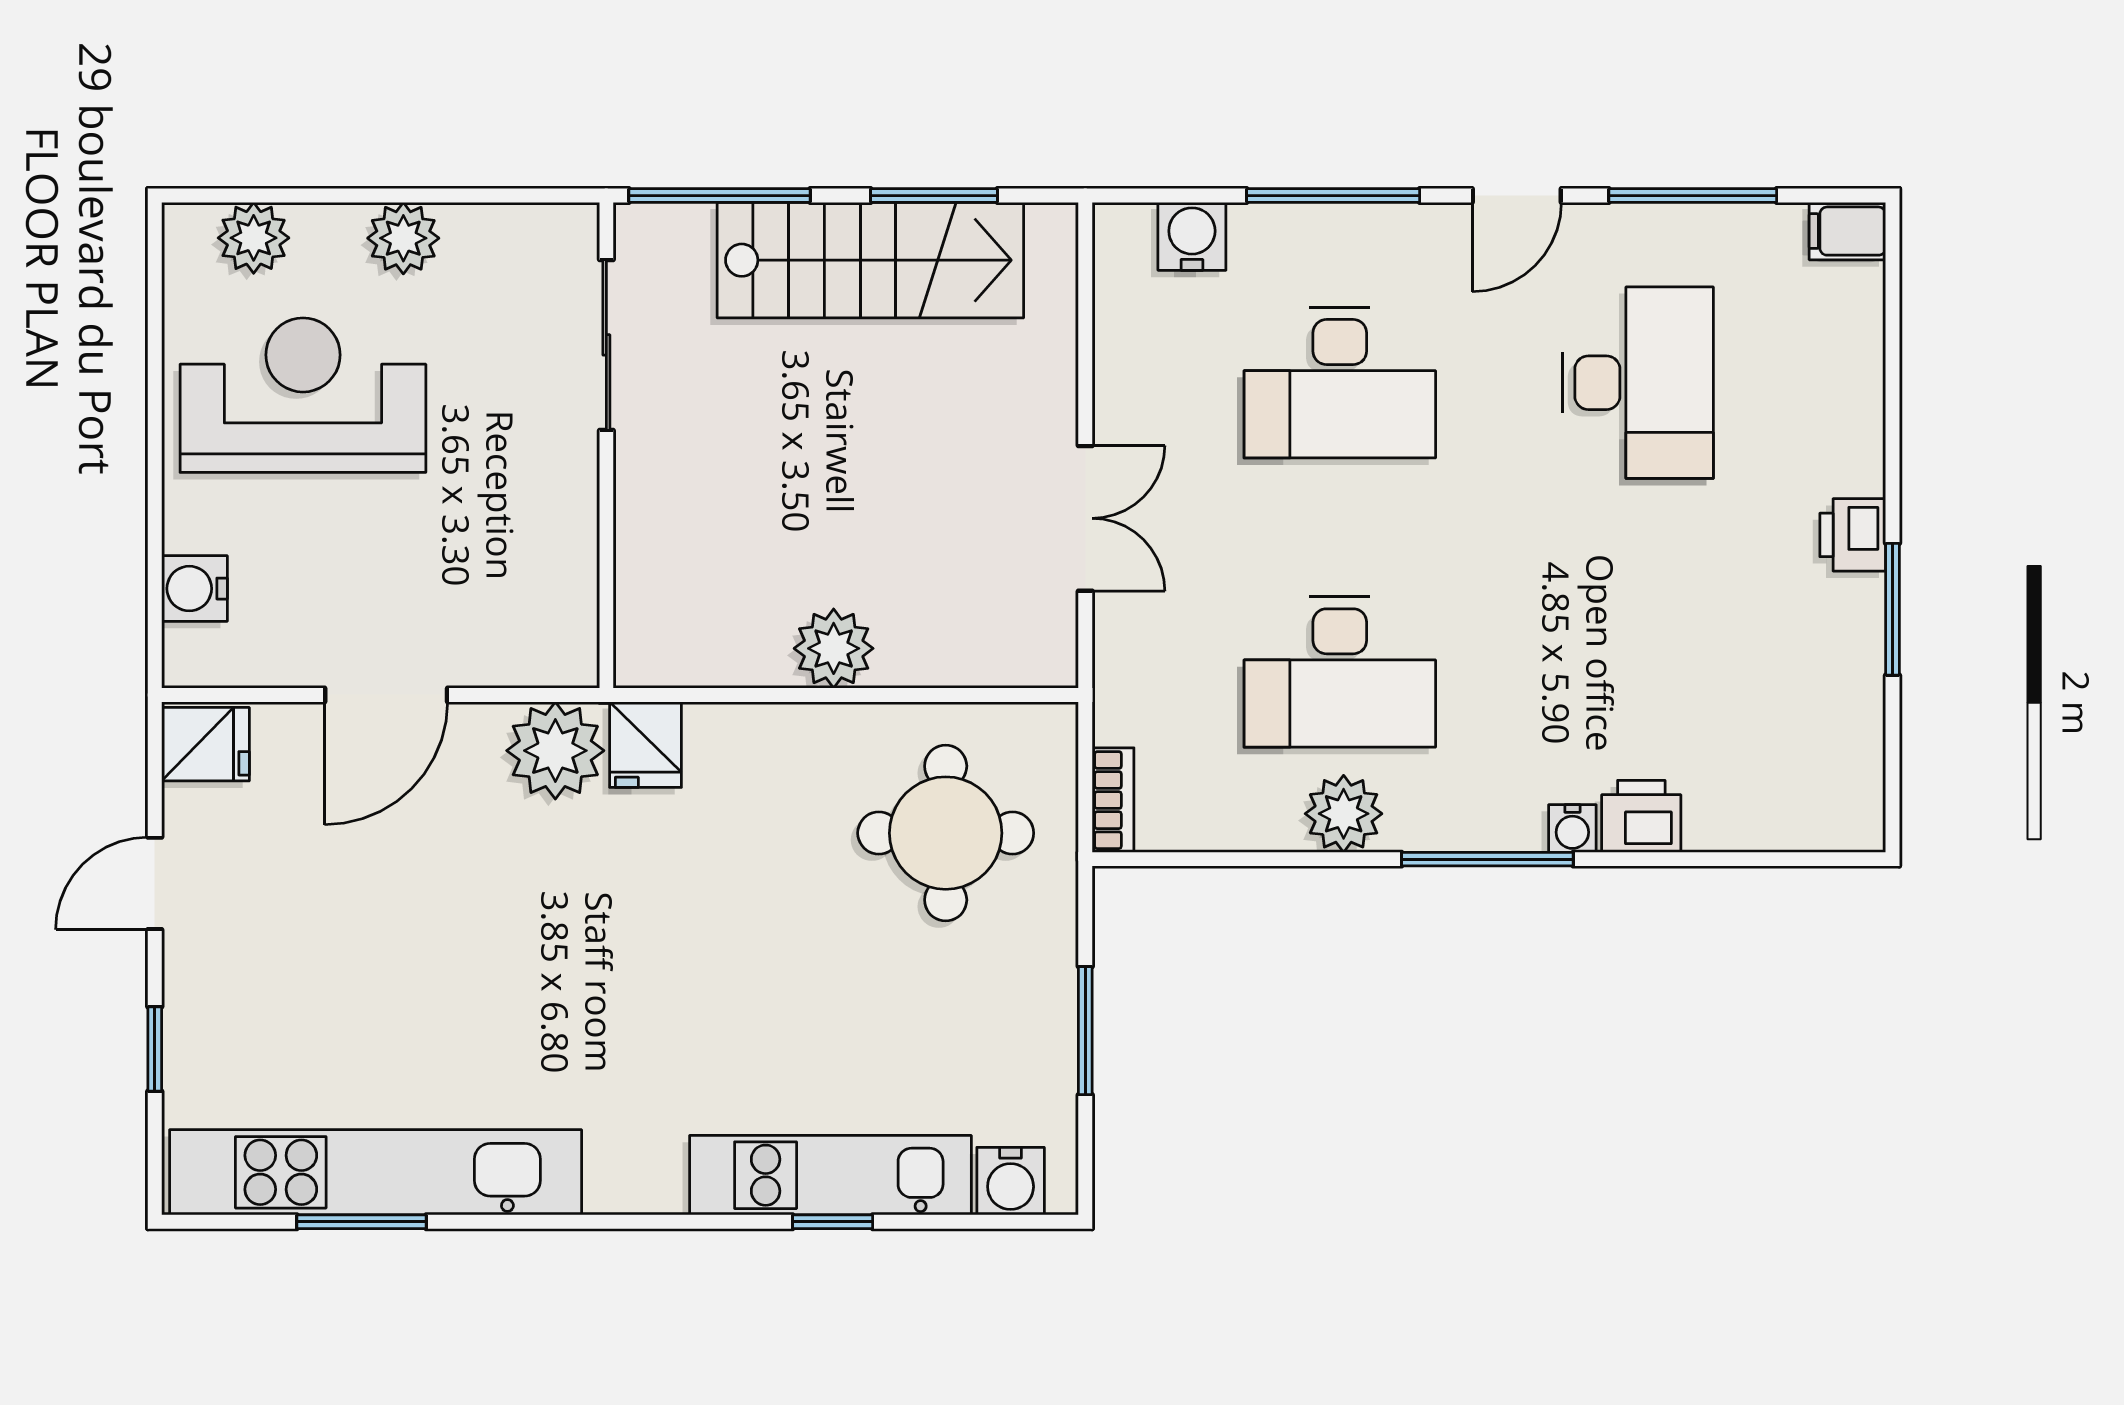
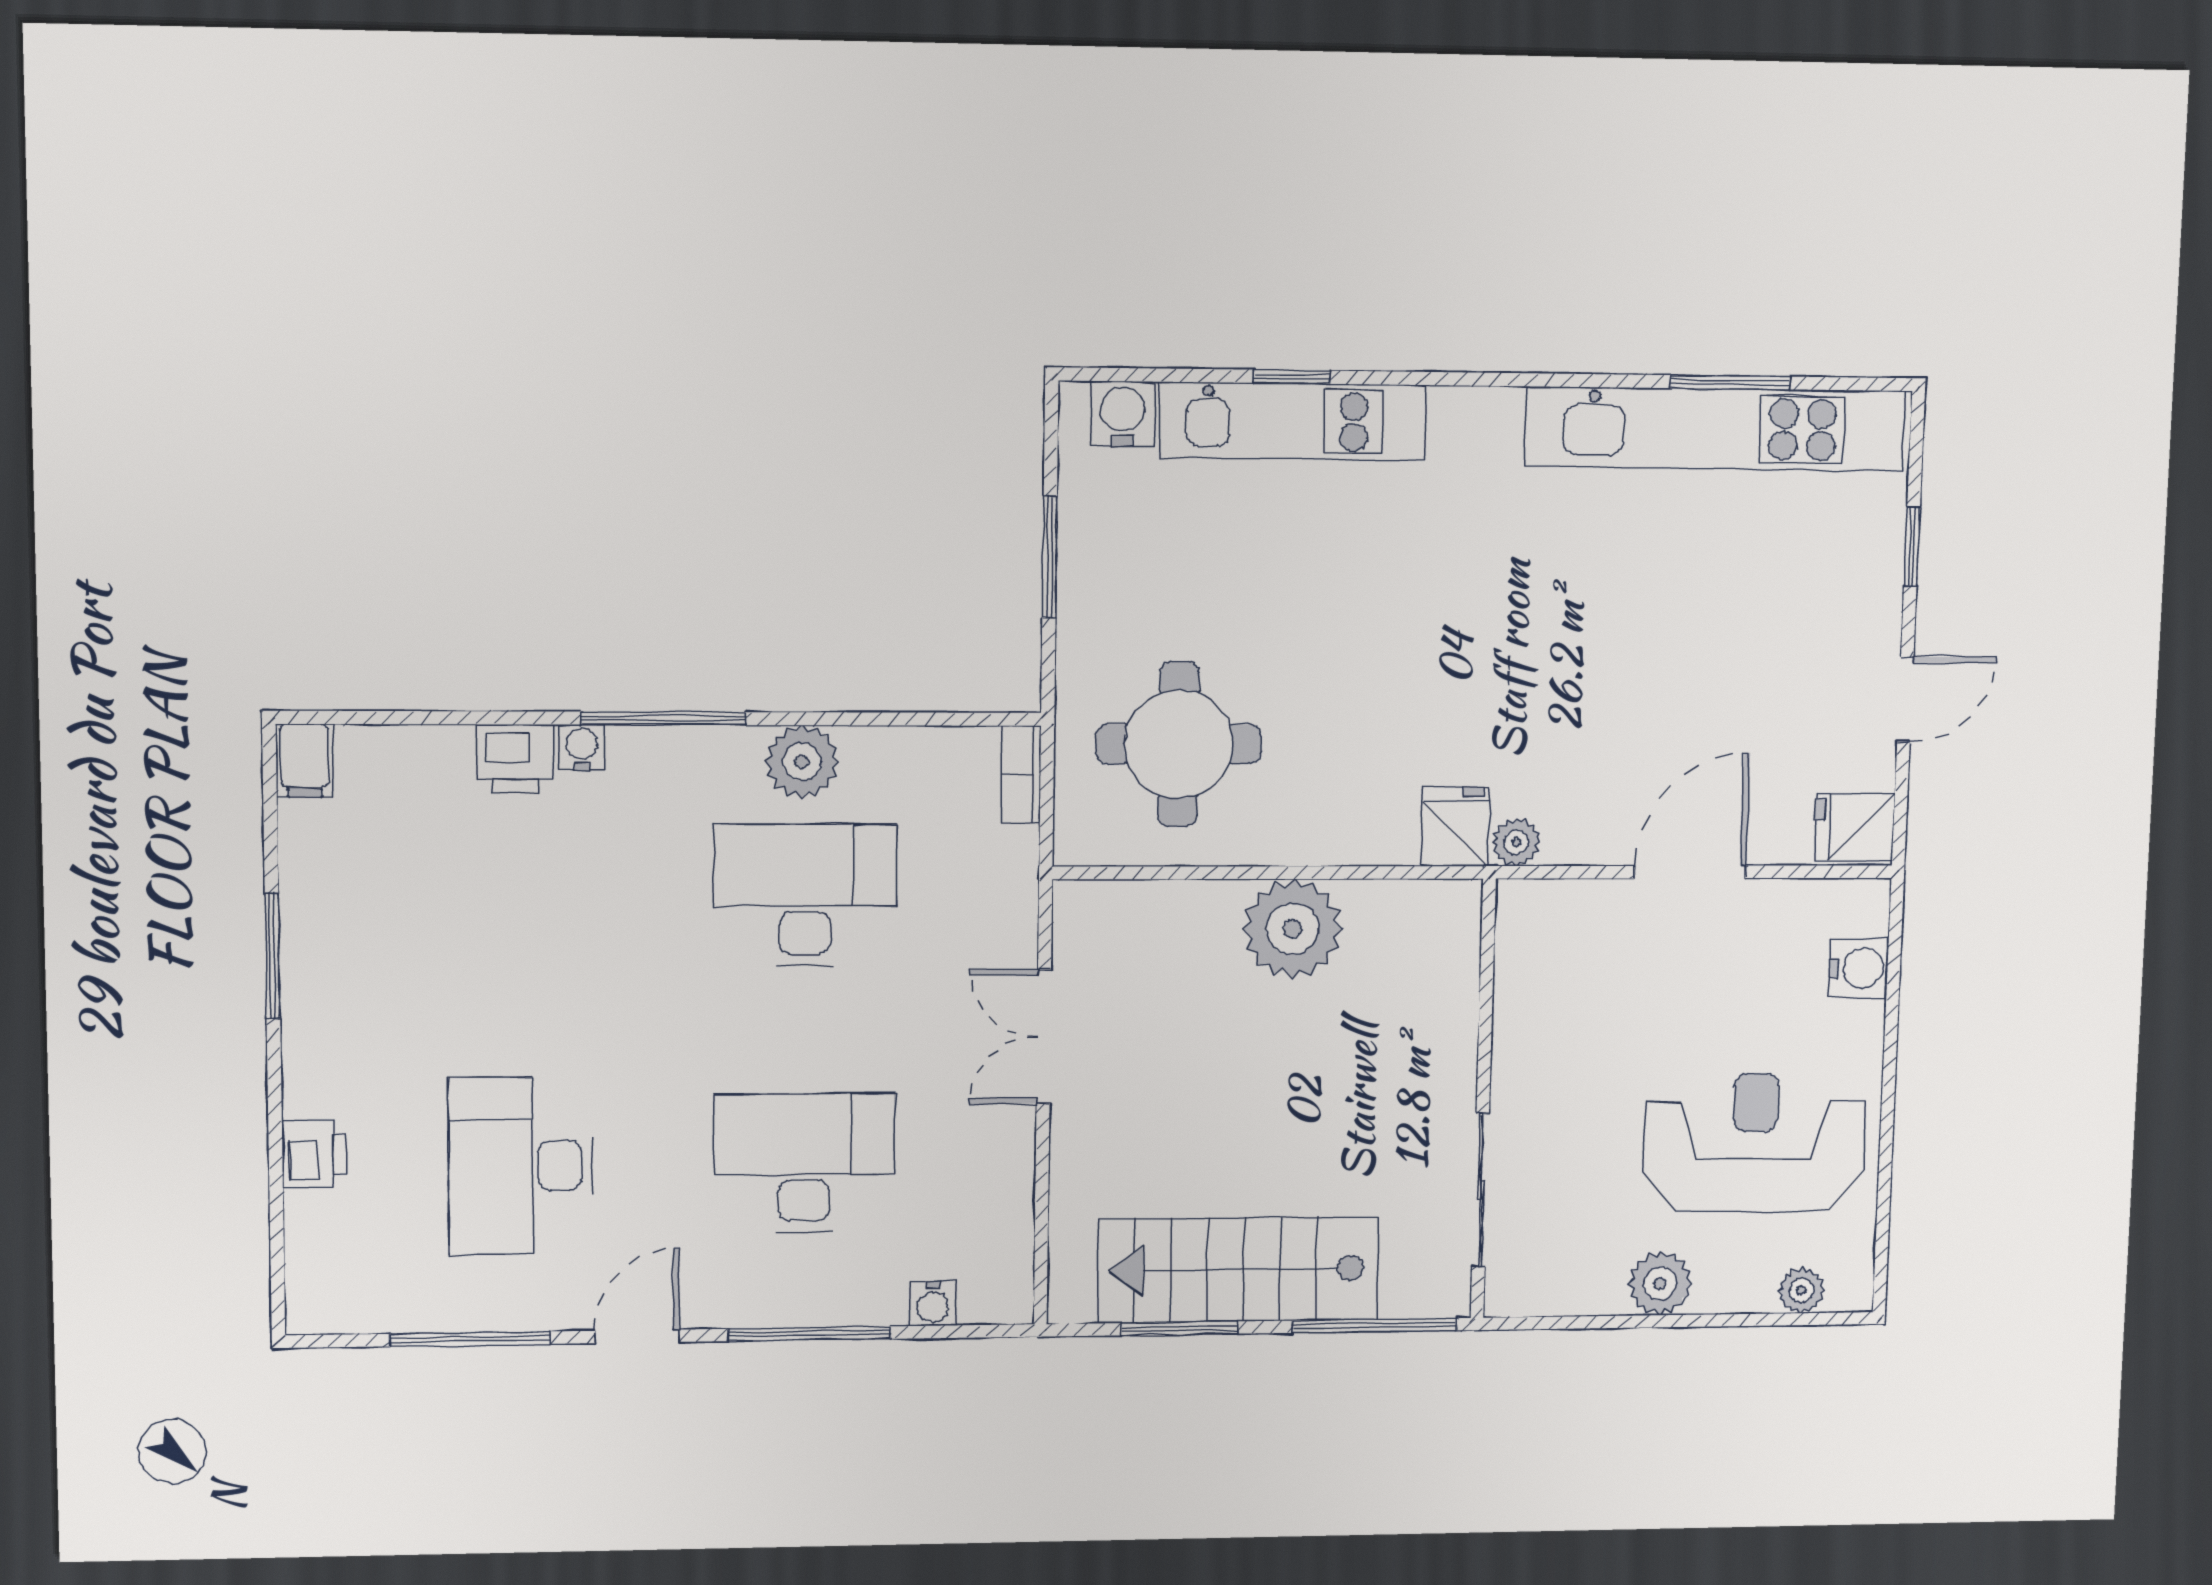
filing cabinet: (1847, 231) -> (304, 761), moved, turned 90
water cooler: (1192, 236) -> (933, 1304), width x0.72, depth x0.72
plant: (254, 238) -> (1801, 1290), width x0.73, depth x0.73
reception desk: (303, 395) -> (1755, 1143), turned 180
printer: (1853, 535) -> (314, 1154), moved
plant: (834, 648) -> (1293, 929), width x1.36, depth x1.36
plant: (555, 751) -> (1516, 842), width x0.53, depth x0.53

